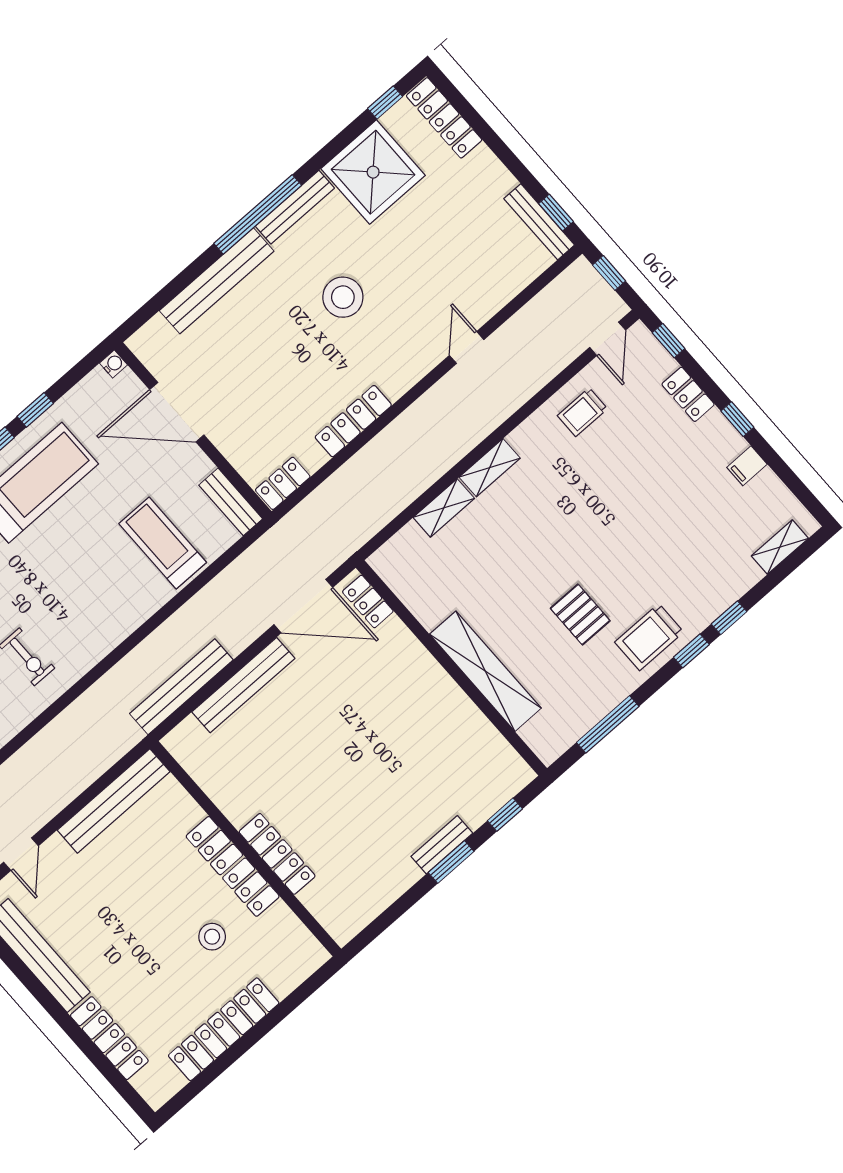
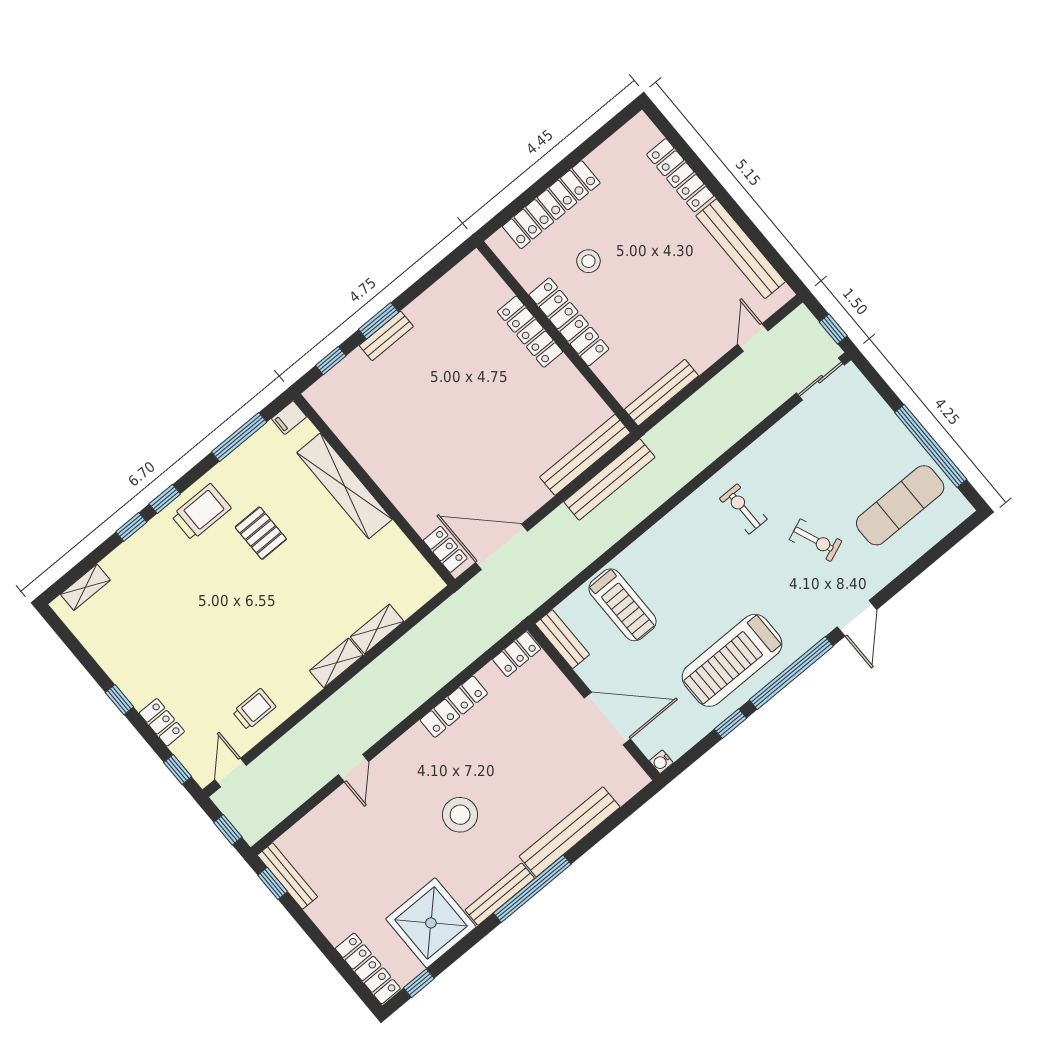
filing cabinet: (747, 466) -> (289, 418), moved, turned 180
bench: (243, 685) -> (585, 455), moved
bench: (114, 801) -> (661, 393), width x0.73, depth x0.82
locker: (224, 1029) -> (551, 205), moved

